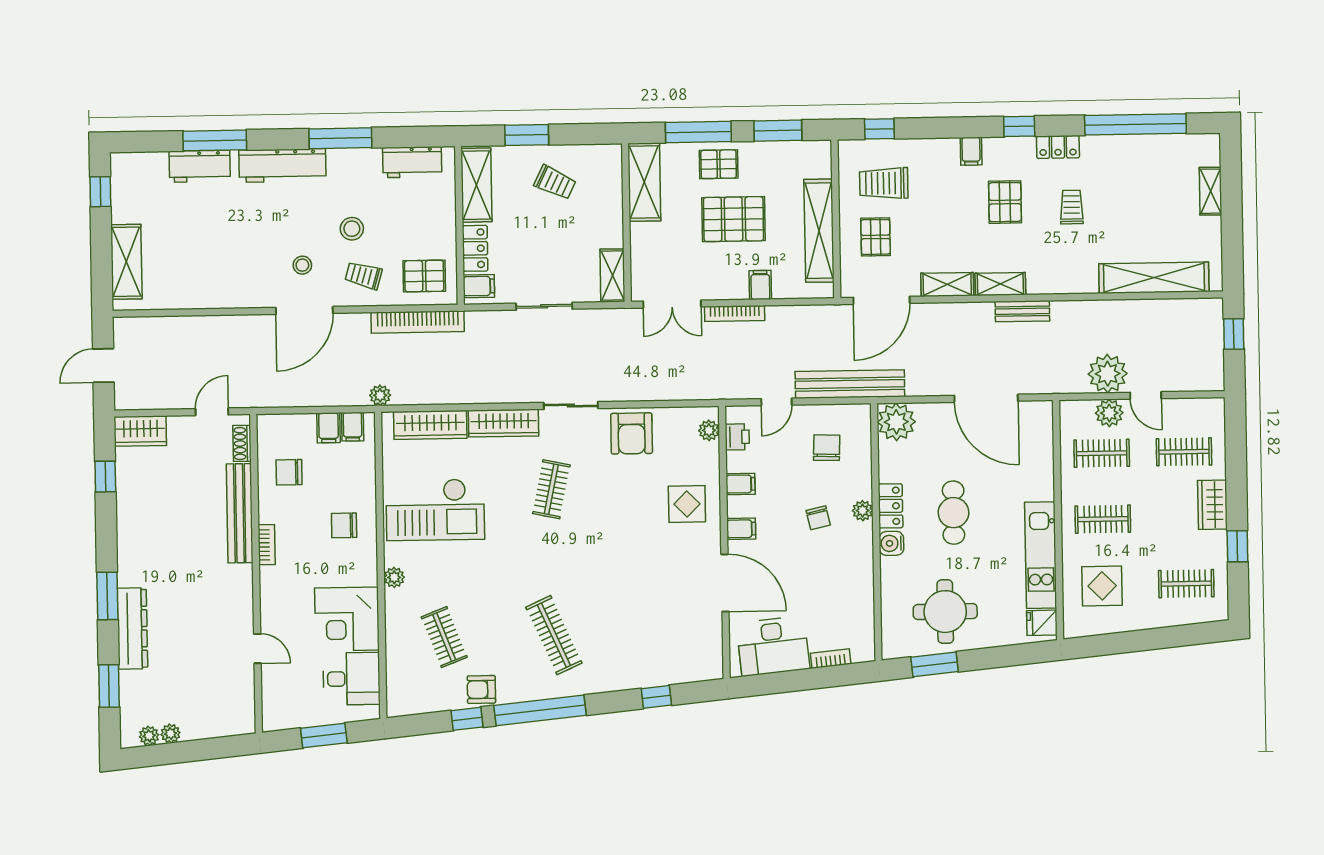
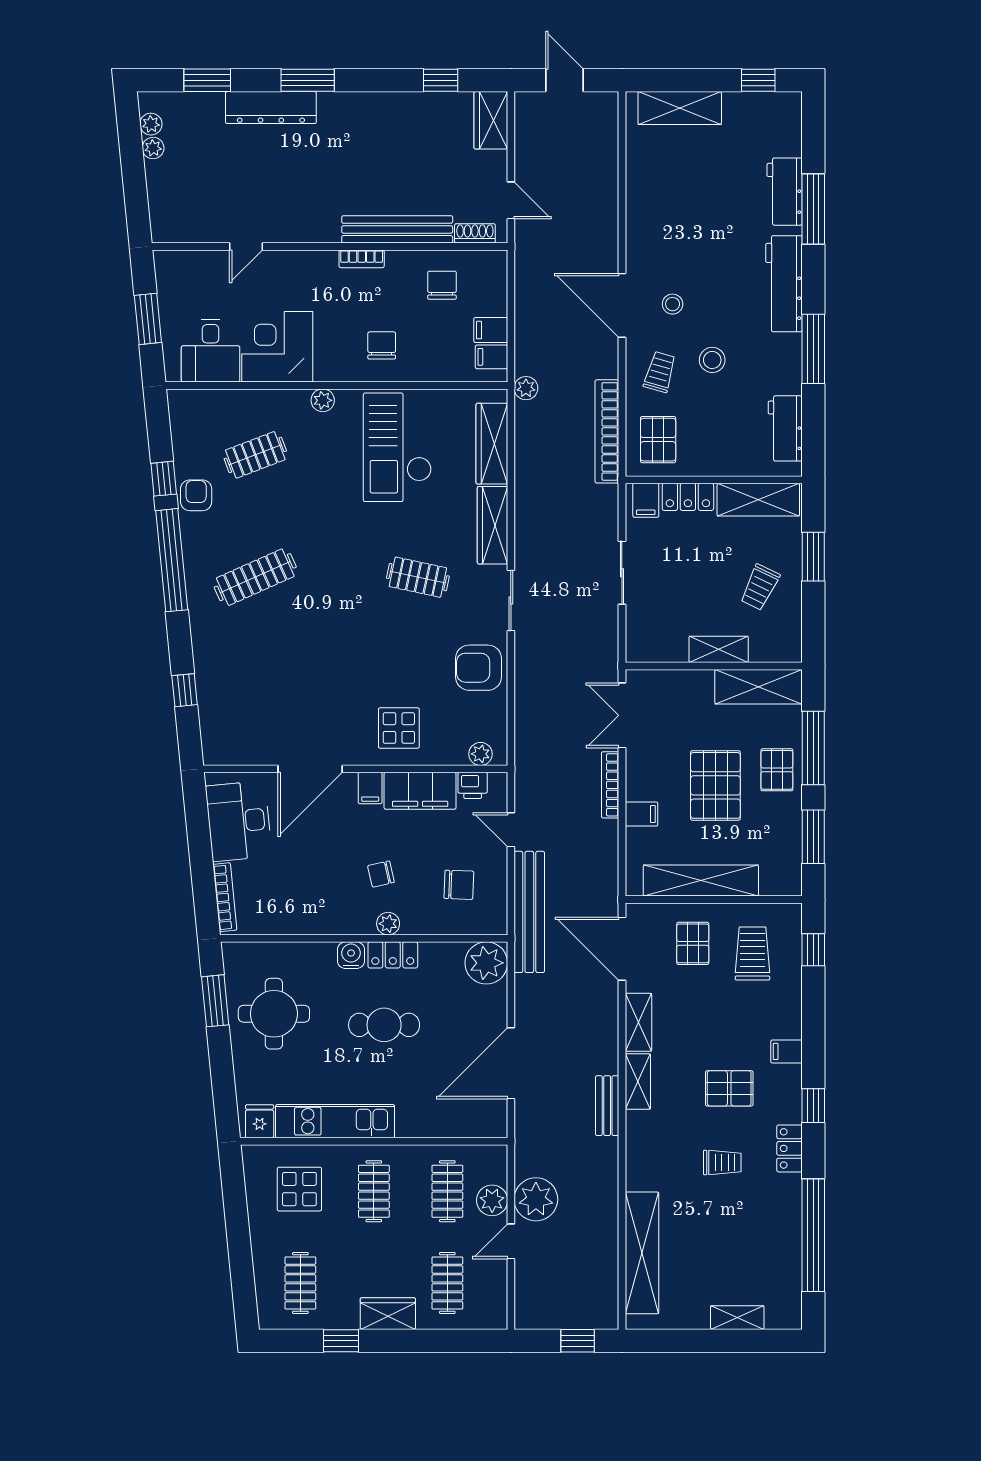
pallet: (876, 237) -> (693, 943), turned 90
shelving: (612, 276) -> (719, 649), moved
filing cabinet: (741, 484) -> (420, 791), width x3.00, depth x1.17
bookcase: (831, 659) -> (225, 897), width x1.56

